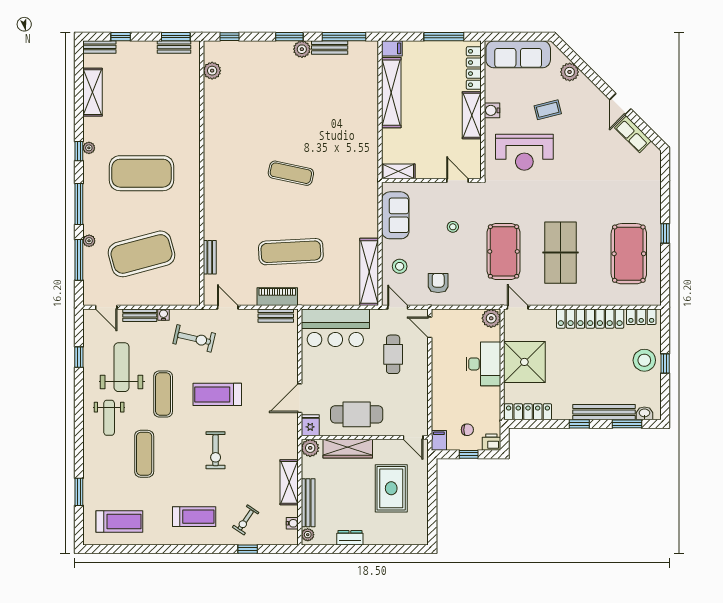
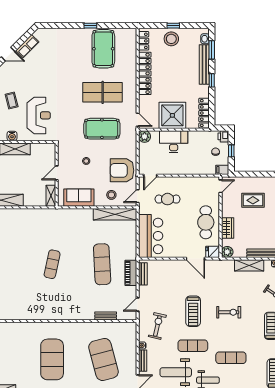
door: (458, 180) -> (57, 173), moved
pool table: (629, 254) -> (103, 49), turned 90
armchair: (438, 283) -> (122, 170), width x1.88, depth x1.88
door: (518, 307) -> (138, 120), swing flipped
wardrobe: (348, 449) -> (228, 228), width x0.67
rug: (391, 488) -> (253, 200), width x0.73, depth x0.70

